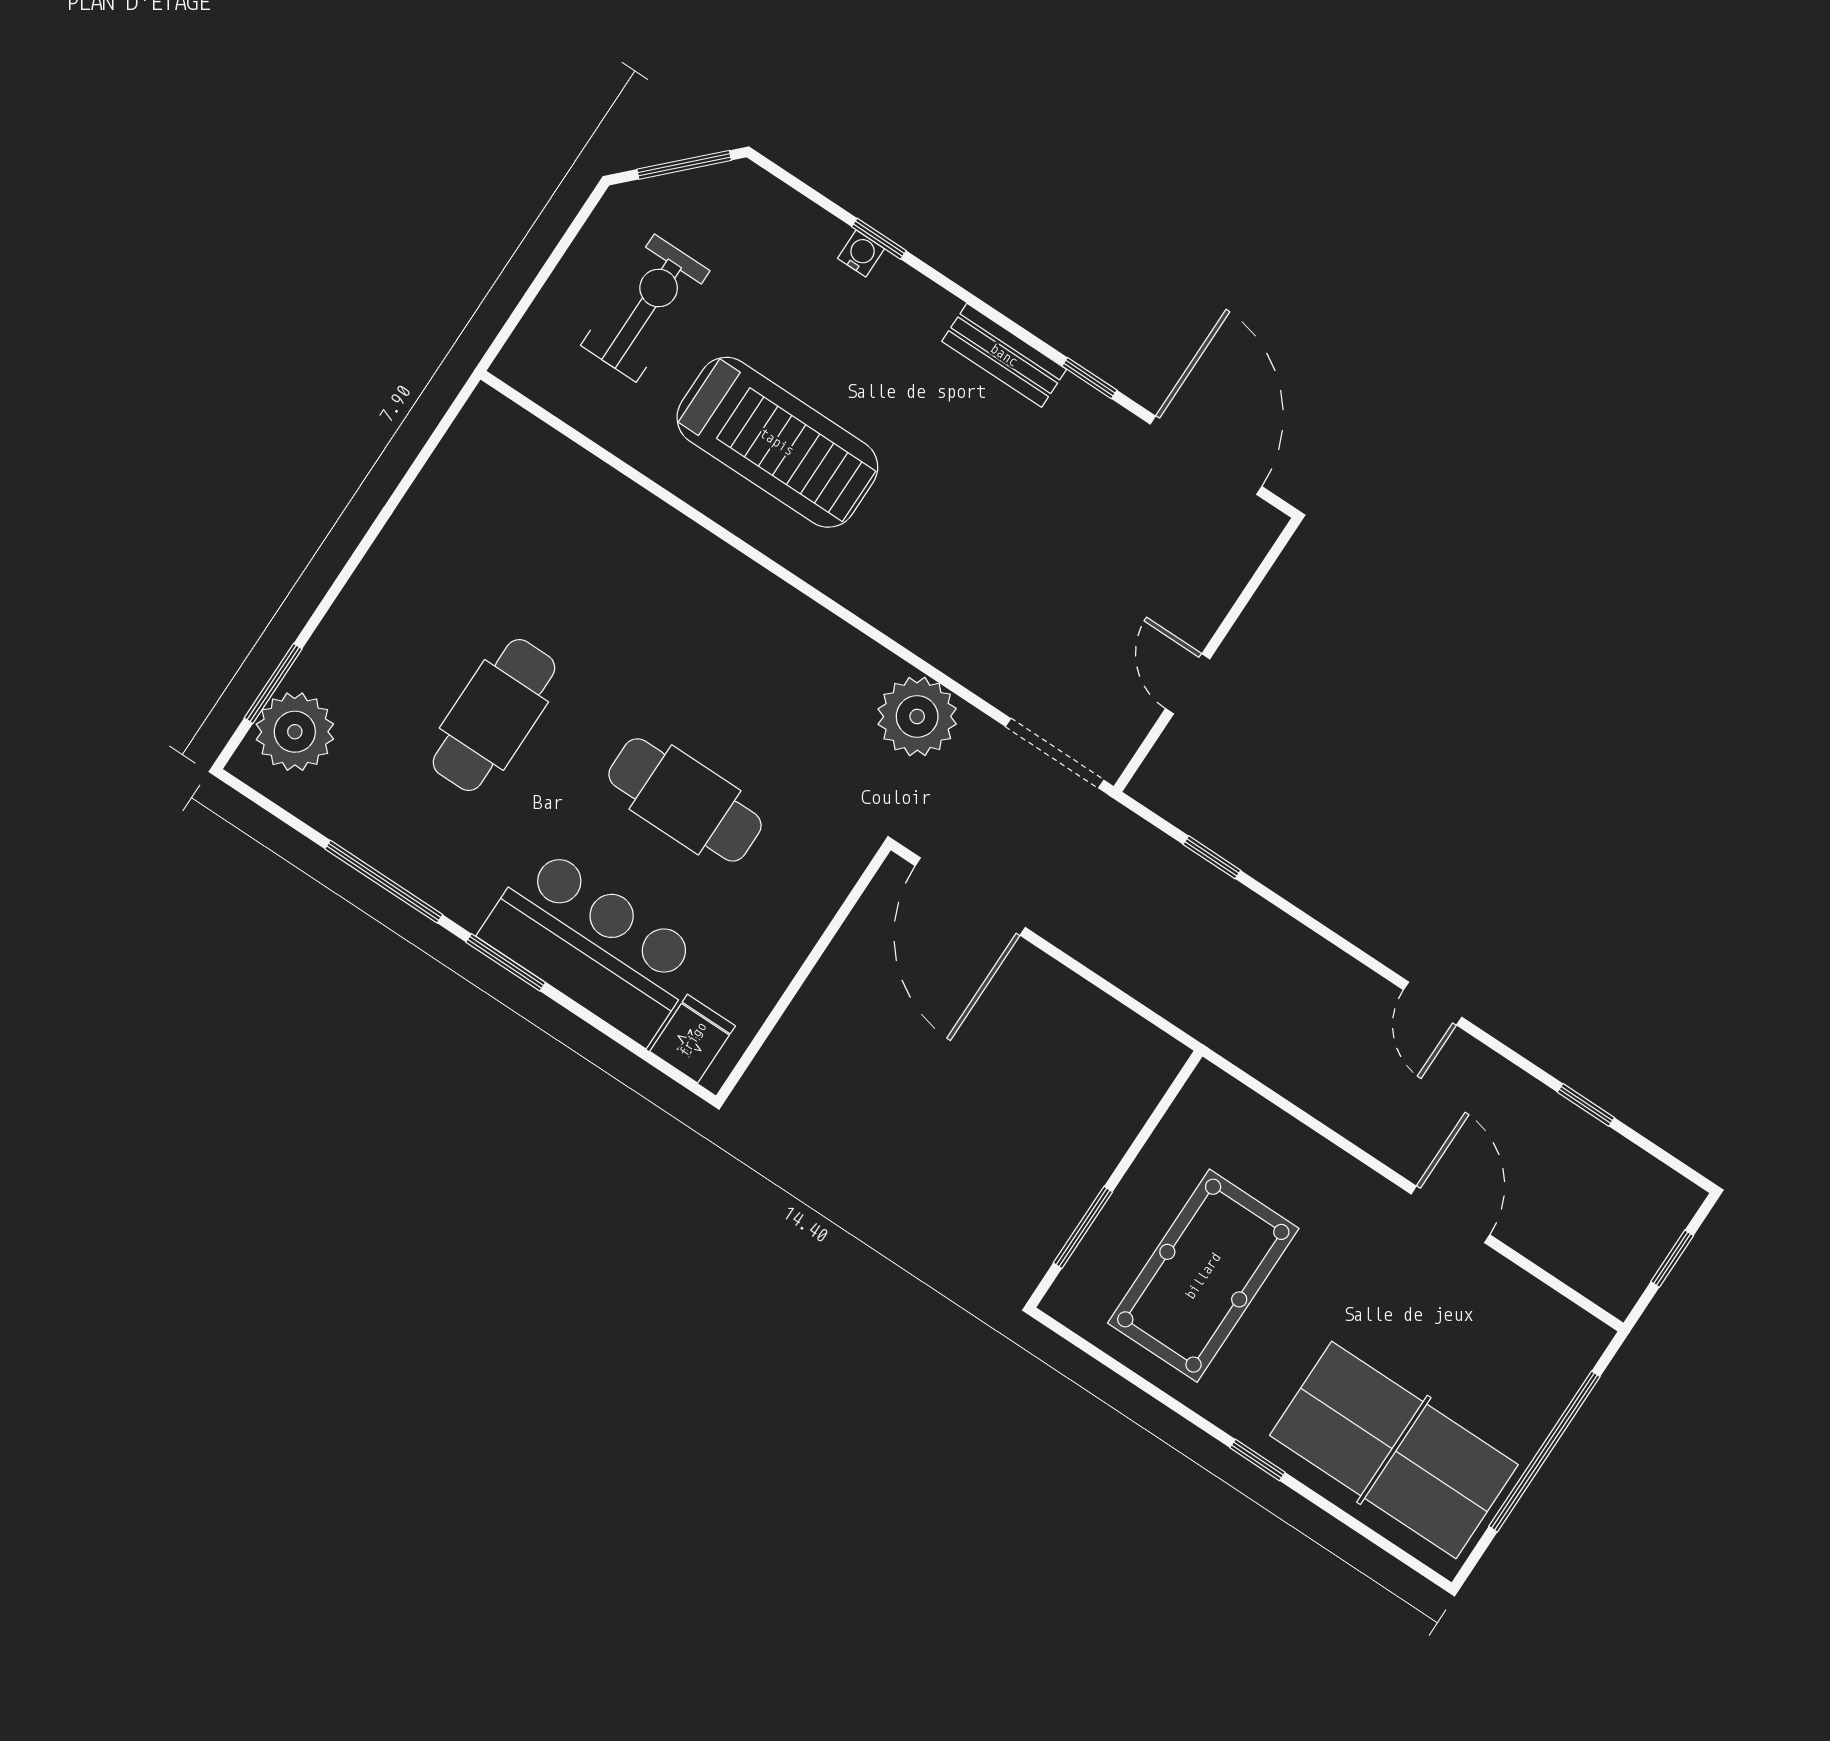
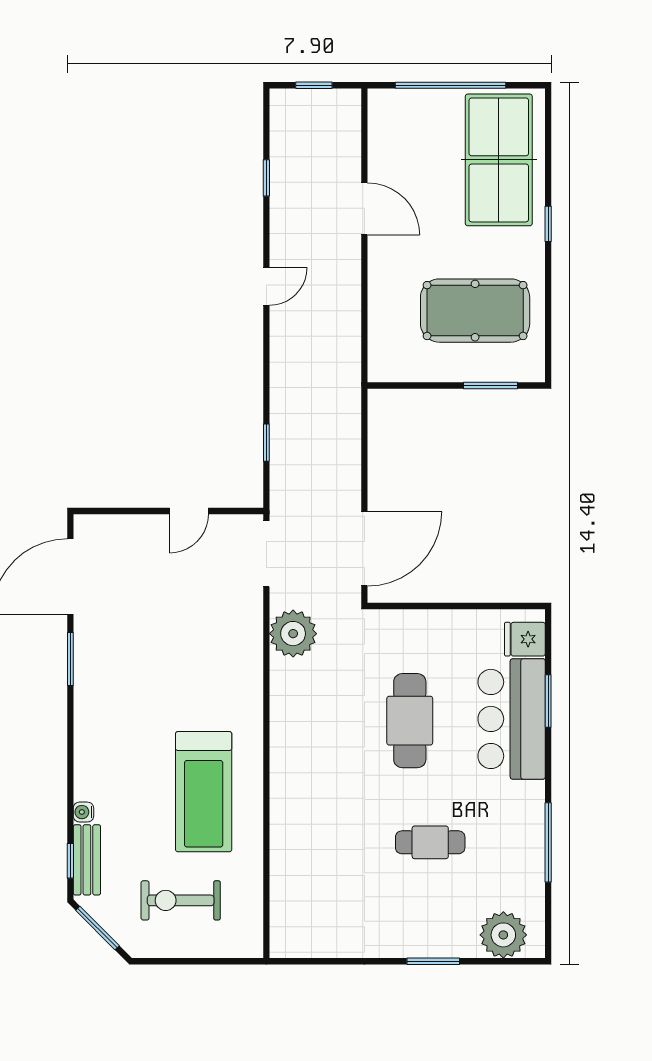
window: (879, 239) -> (70, 861), moved
bench: (1004, 355) -> (87, 860), moved
window: (1089, 378) -> (70, 659), width x1.50
treadmill: (777, 442) -> (204, 792), turned 180
window: (273, 683) -> (433, 961), moved
cafe table: (494, 715) -> (430, 842), width x0.73, depth x0.74
window: (506, 962) -> (548, 701), moved
door: (1450, 1214) -> (364, 209), swing flipped

